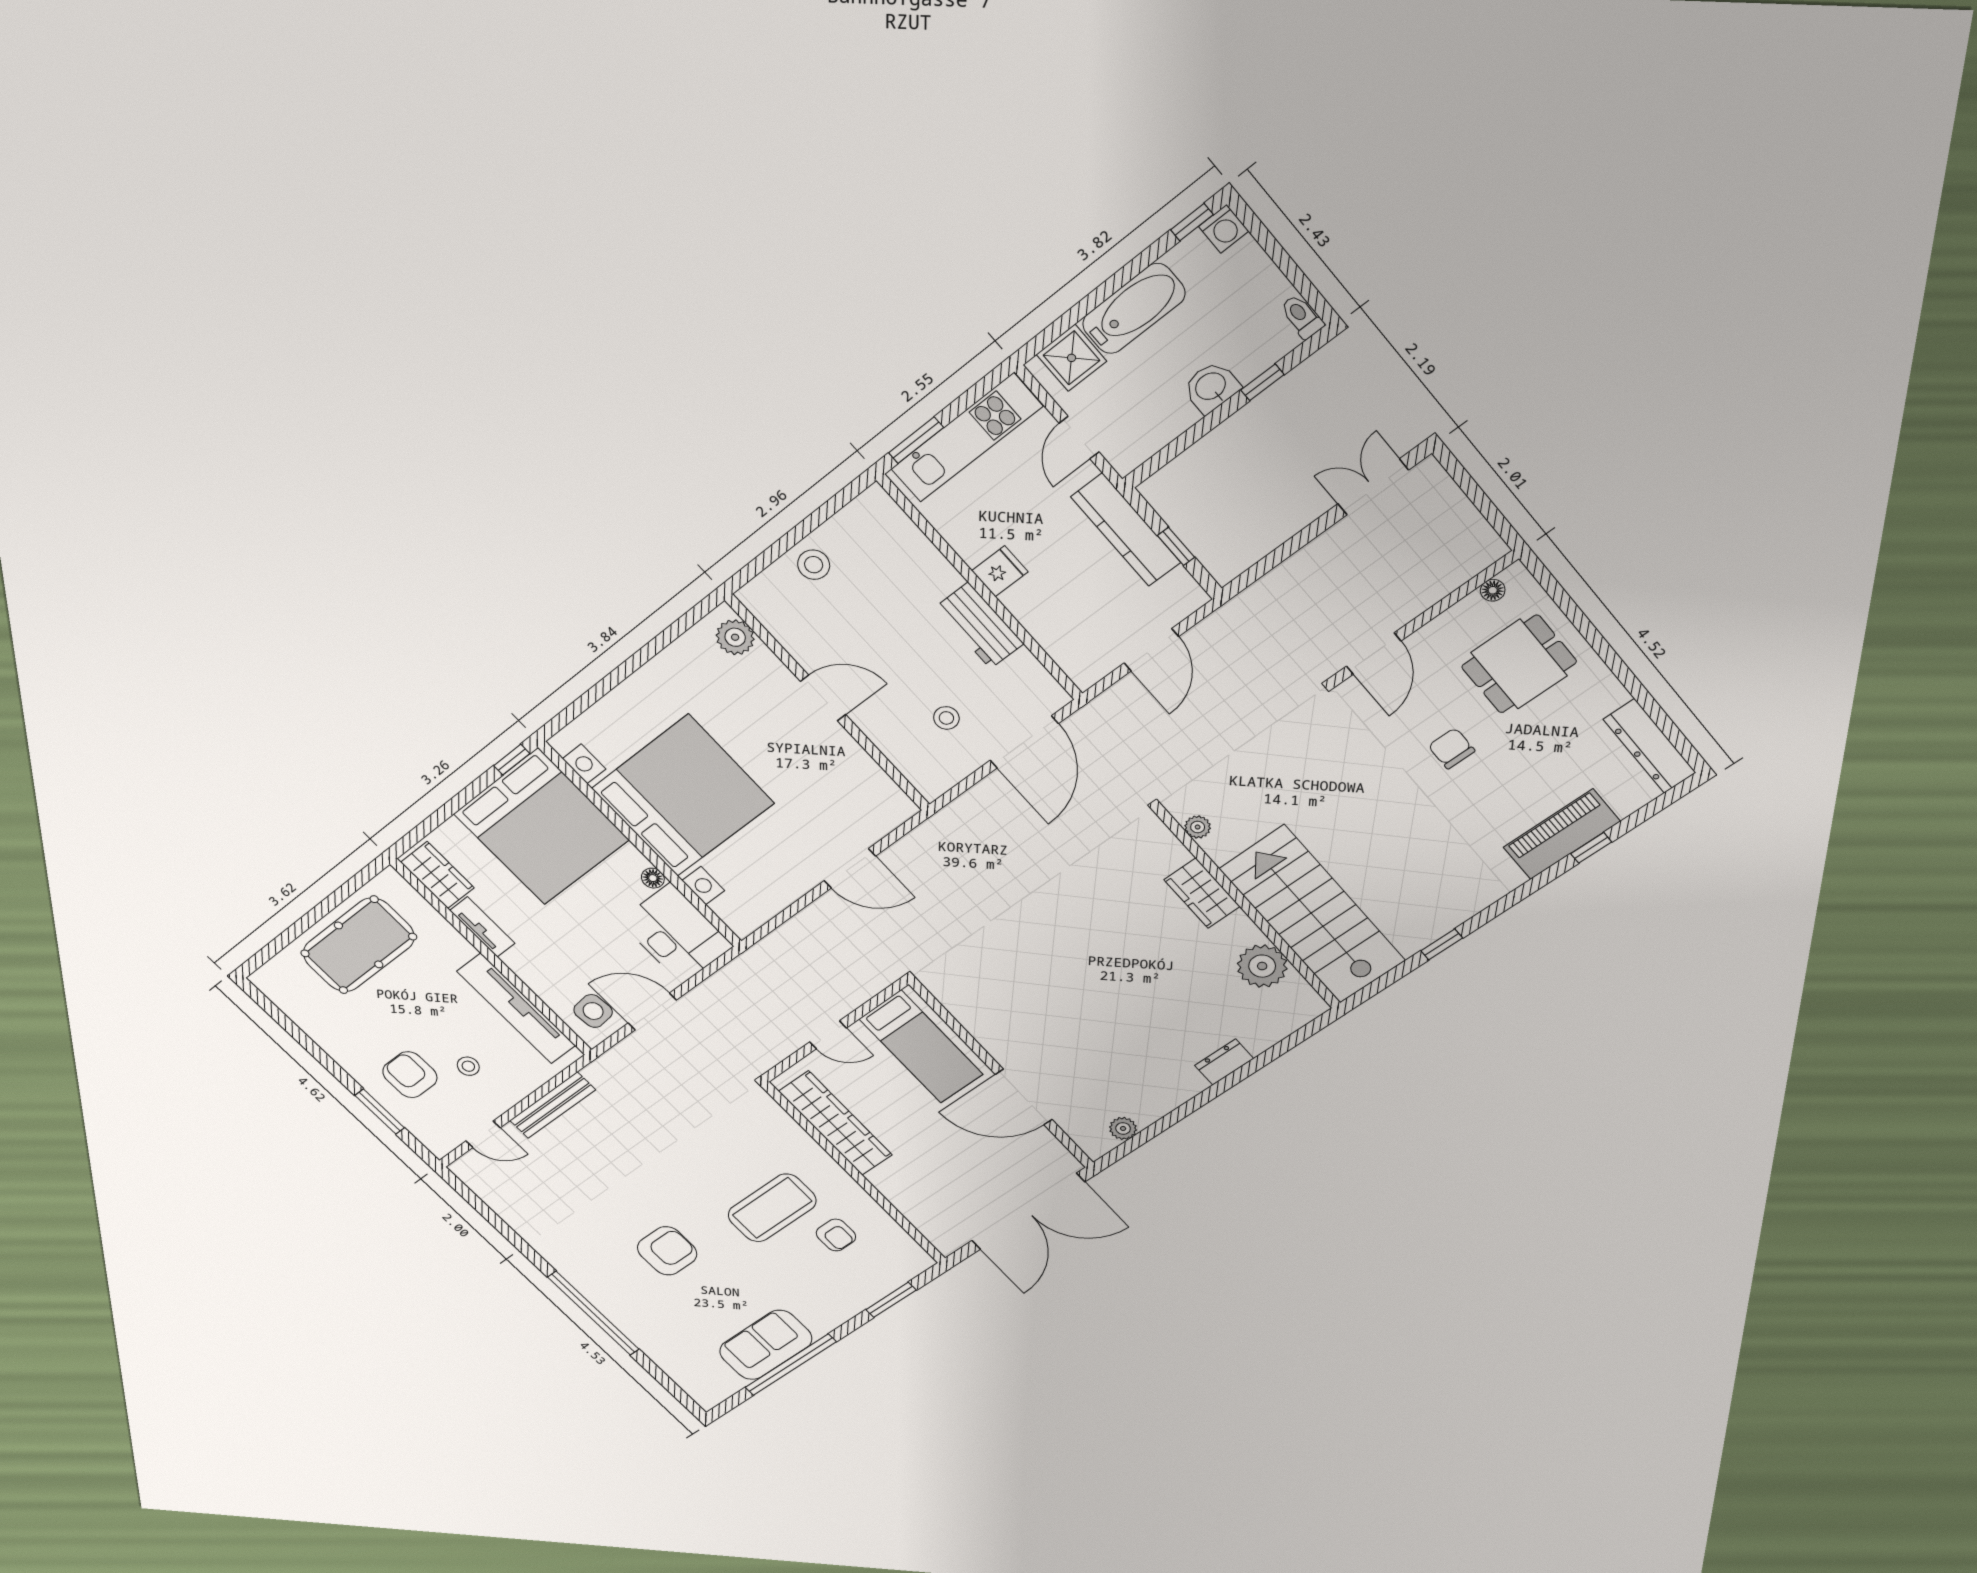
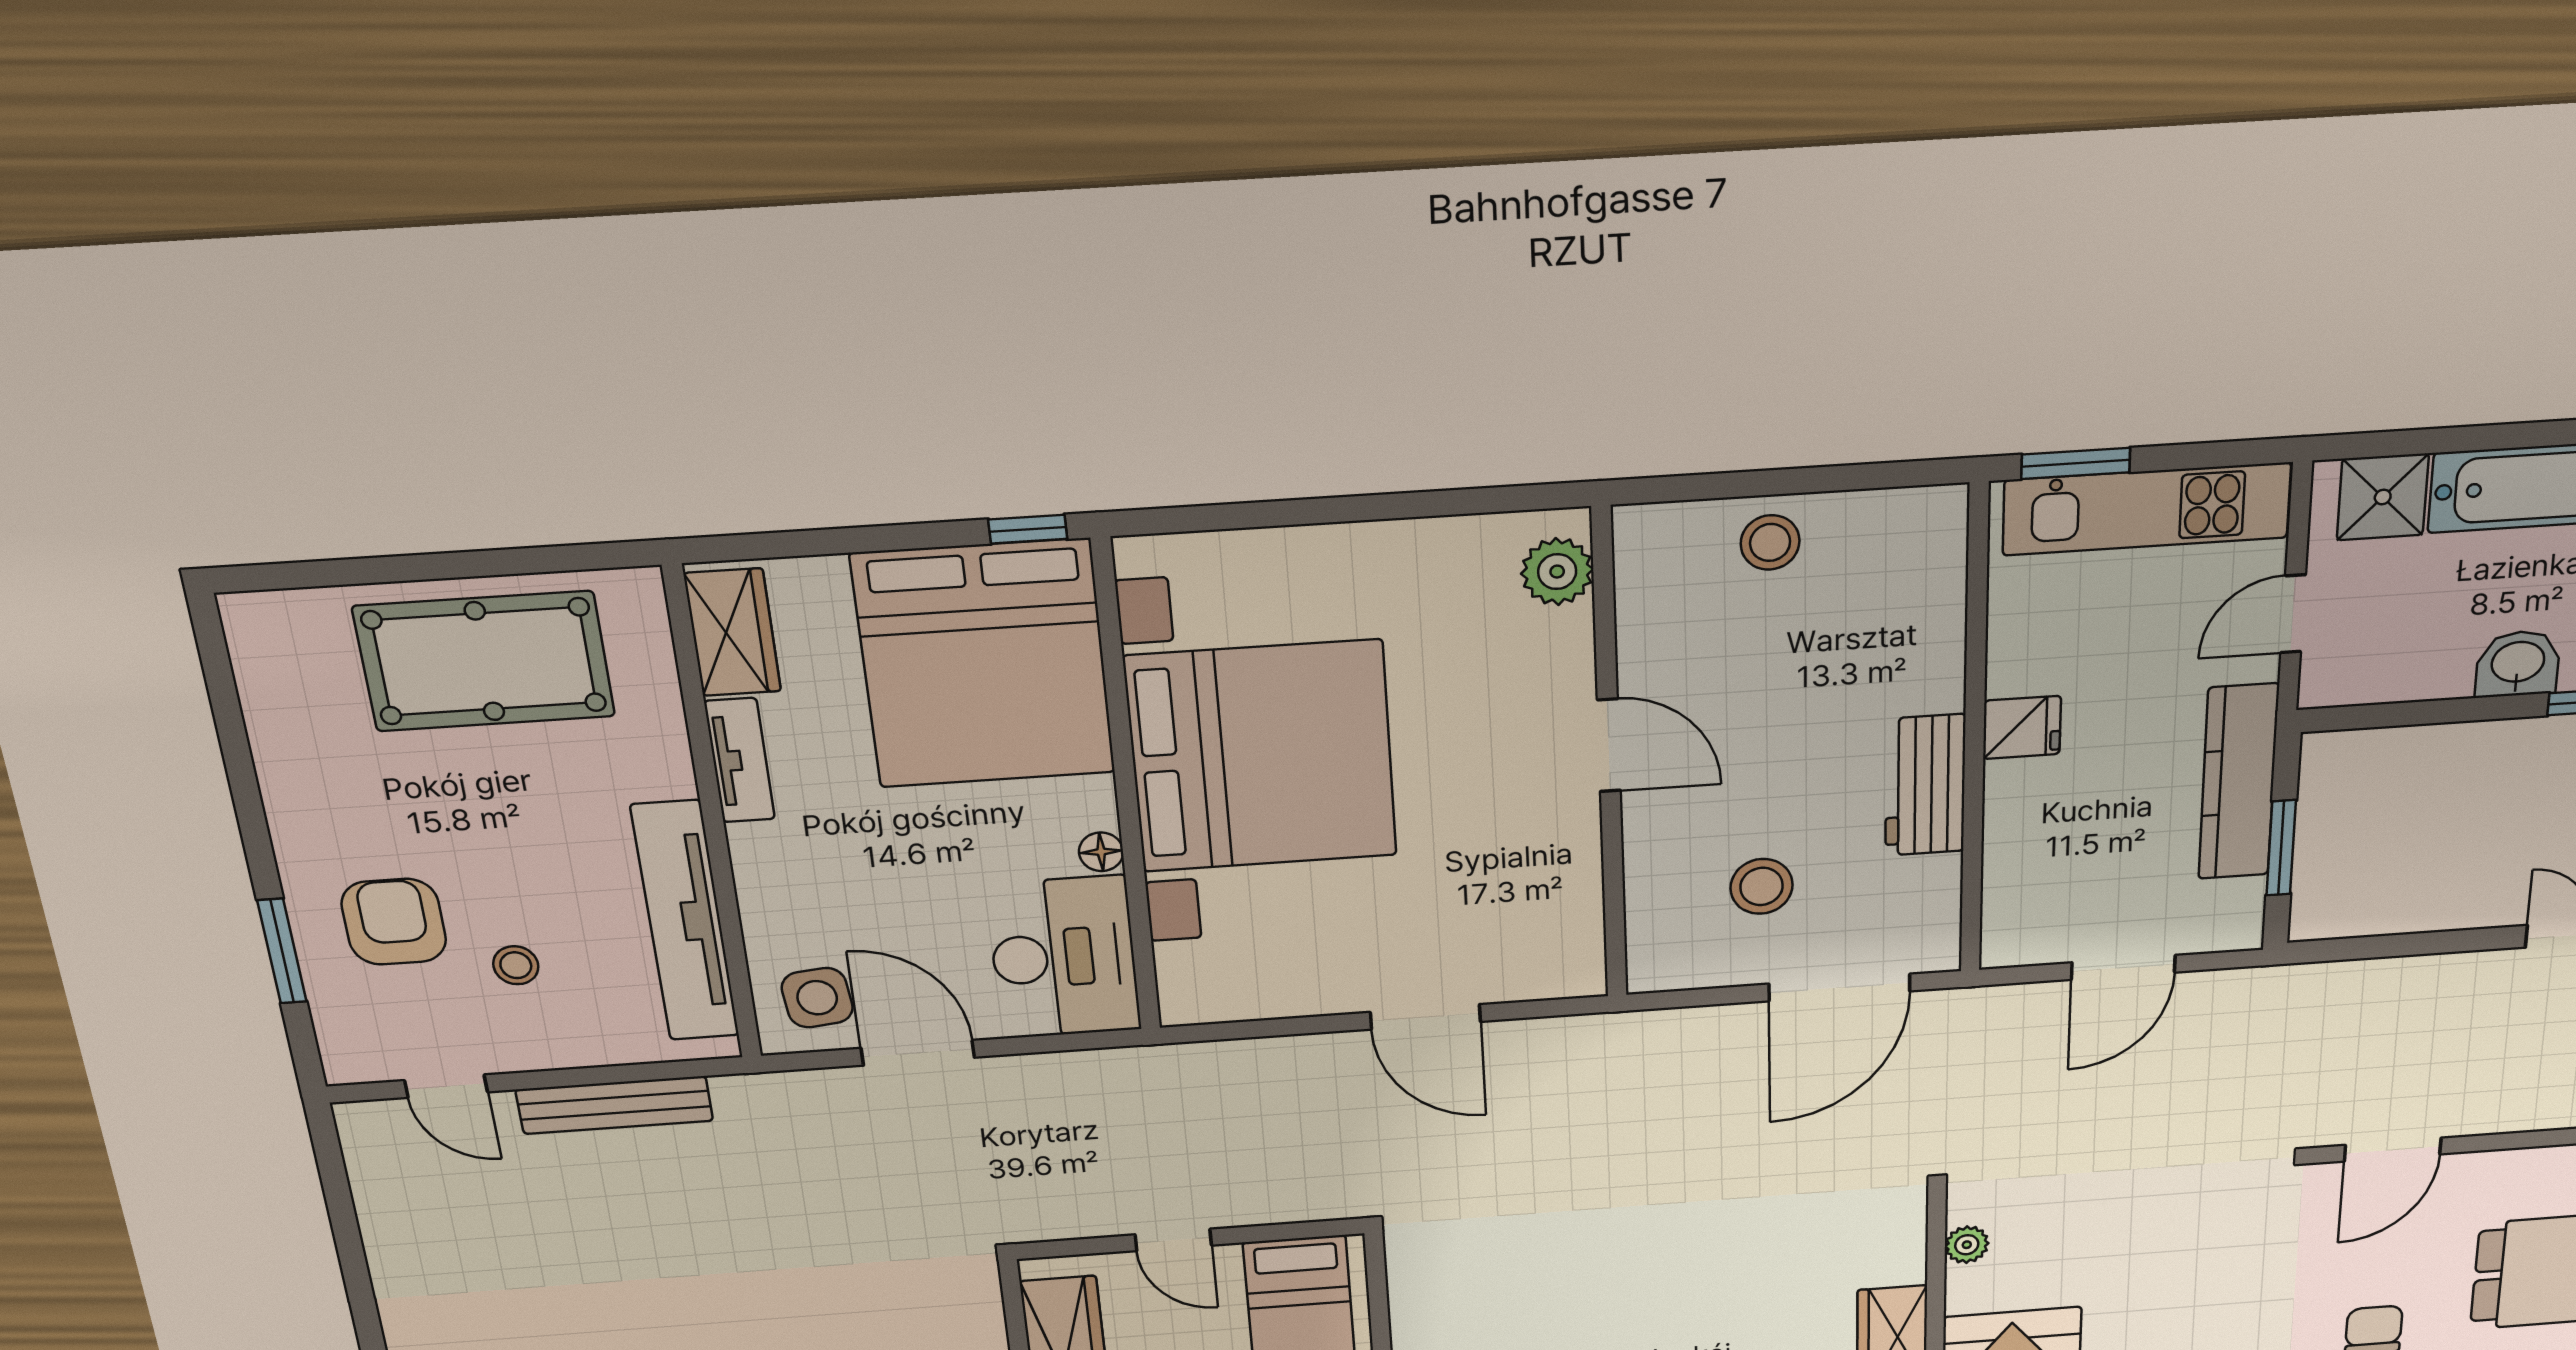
window: (1176, 546) -> (2281, 848), width x1.50
stool: (946, 718) -> (1762, 886), width x1.37, depth x1.37

